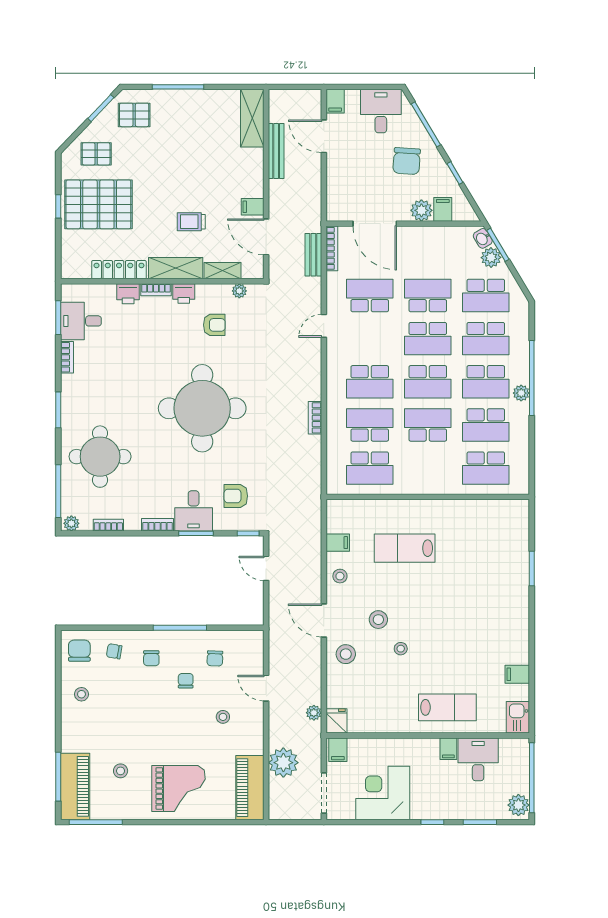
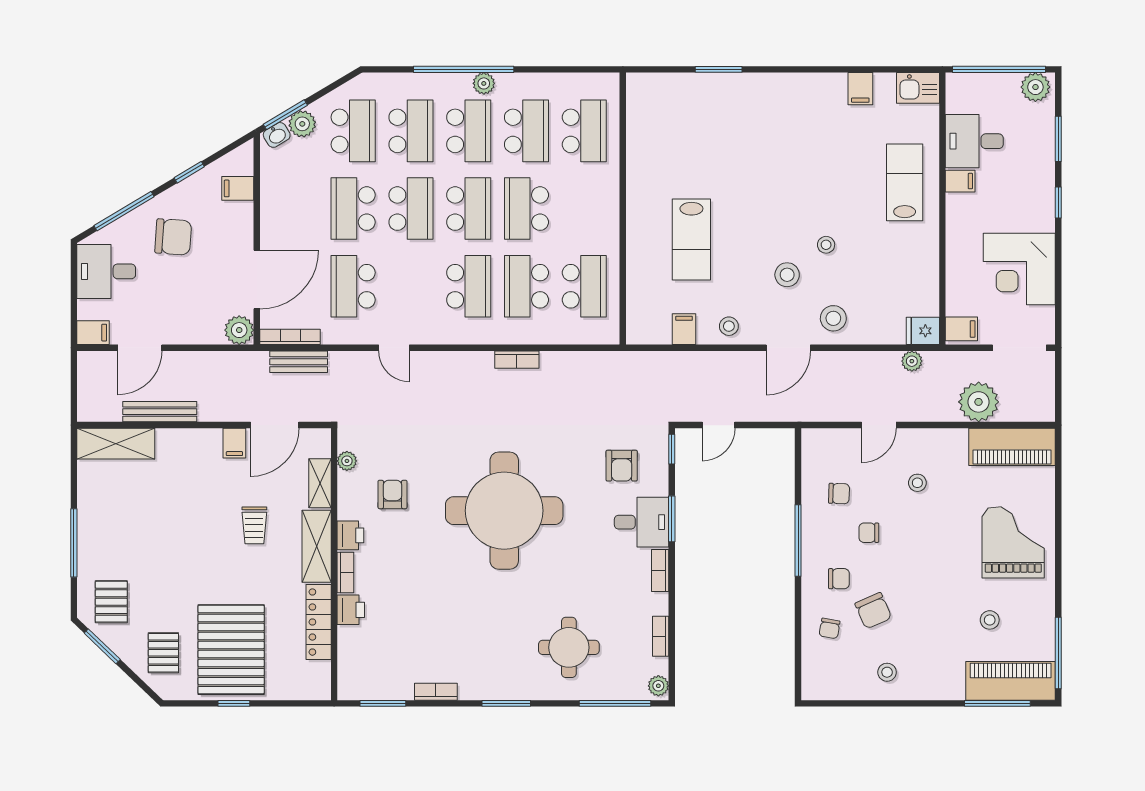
plant: (421, 210) -> (239, 330), moved
desk: (81, 321) -> (387, 673), removed
round table: (100, 457) -> (569, 647), width x0.73, depth x0.73
chair: (79, 651) -> (873, 611), moved, turned -114

